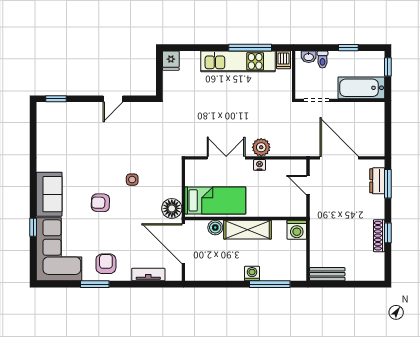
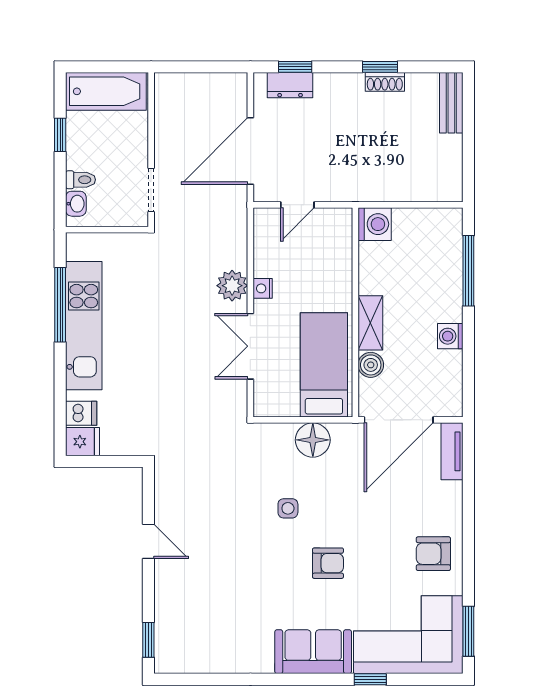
dishwasher: (283, 60) -> (81, 413), moved
window: (388, 67) -> (93, 67), removed
bathtub: (361, 88) -> (106, 91), moved, turned -90
window: (388, 184) -> (295, 67), width x0.67
armchair: (100, 203) -> (328, 563), turned -92
floor lamp: (172, 208) -> (313, 440), moved
shelving: (248, 230) -> (370, 323), width x0.67, depth x0.75
shoe rack: (379, 236) -> (385, 82), width x0.70
washing machine: (252, 274) -> (450, 336), moved
bench: (327, 274) -> (451, 103), moved
tv unit: (148, 275) -> (452, 451), moved
window: (95, 284) -> (468, 631), moved

